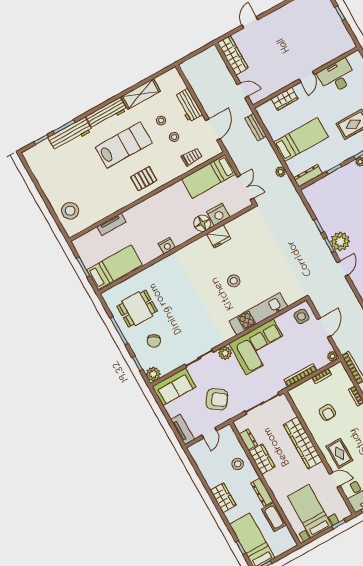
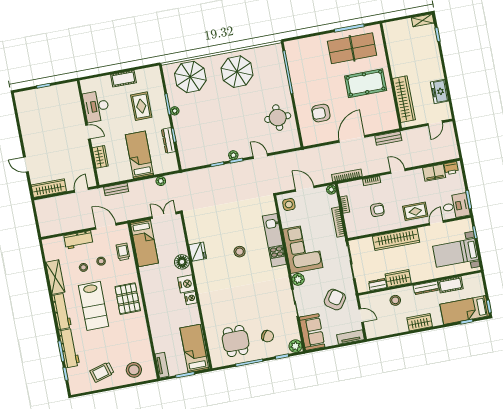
lab bench: (124, 145) -> (94, 306), turned 180
dresser: (308, 176) -> (168, 140), moved
trolley: (56, 178) -> (102, 372), added
pallet: (144, 179) -> (128, 299), width x1.50, depth x1.42
nightstand: (218, 214) -> (186, 284), moved
tv unit: (111, 224) -> (162, 365), moved
plant: (340, 241) -> (233, 155), width x0.53, depth x0.53

